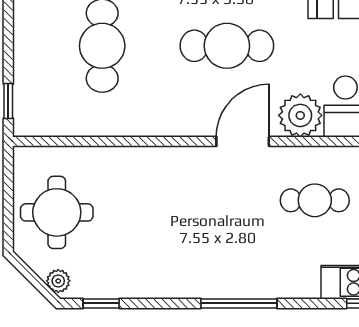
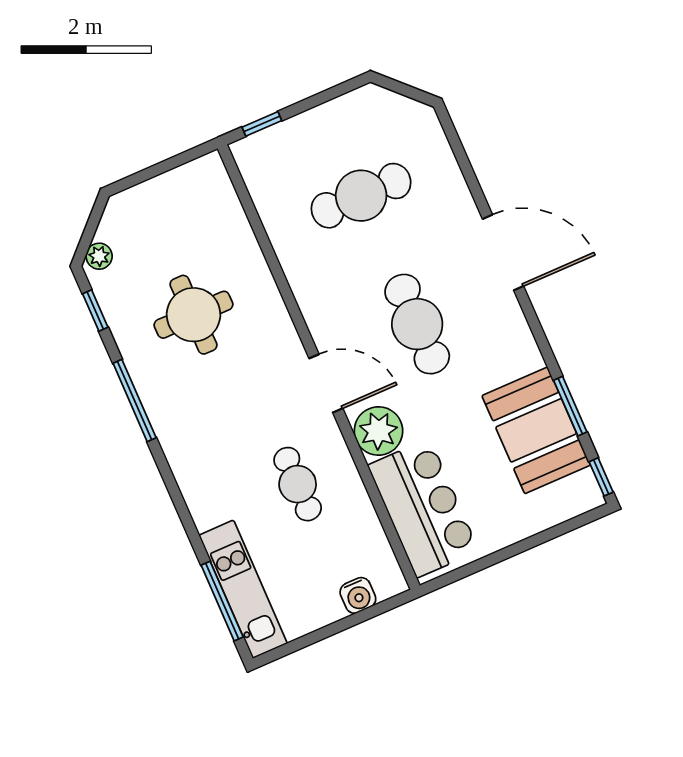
round table: (57, 212) -> (193, 315), moved
window: (239, 303) -> (135, 401), moved

